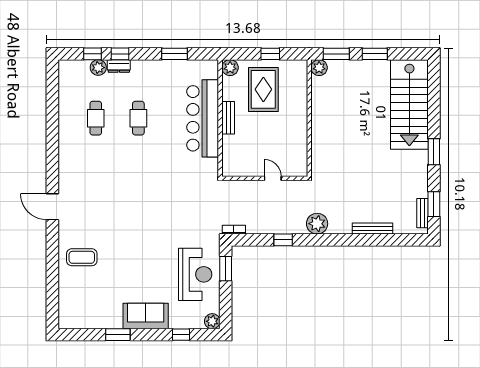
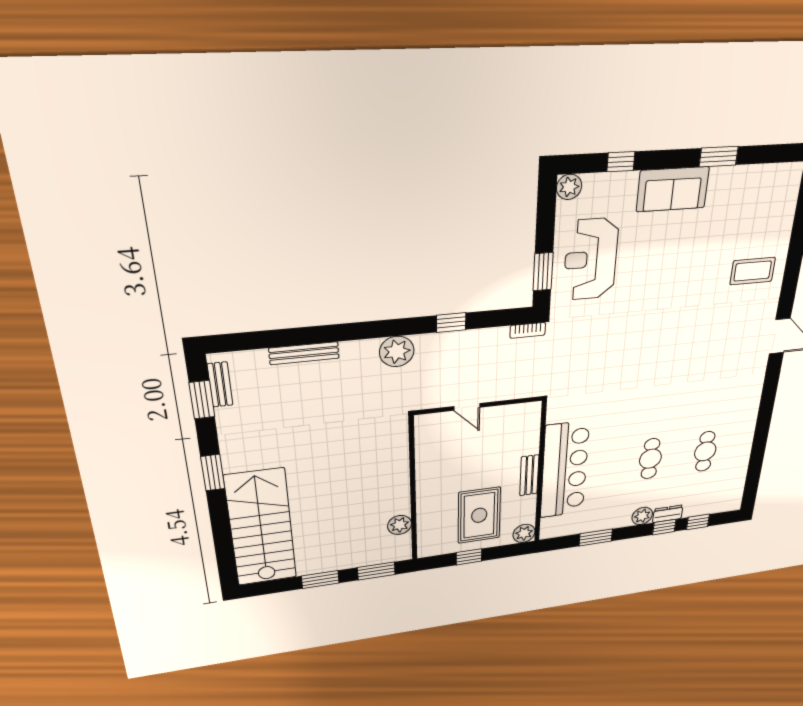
plant: (98, 68) -> (642, 516), moved
plant: (319, 68) -> (400, 525), moved

